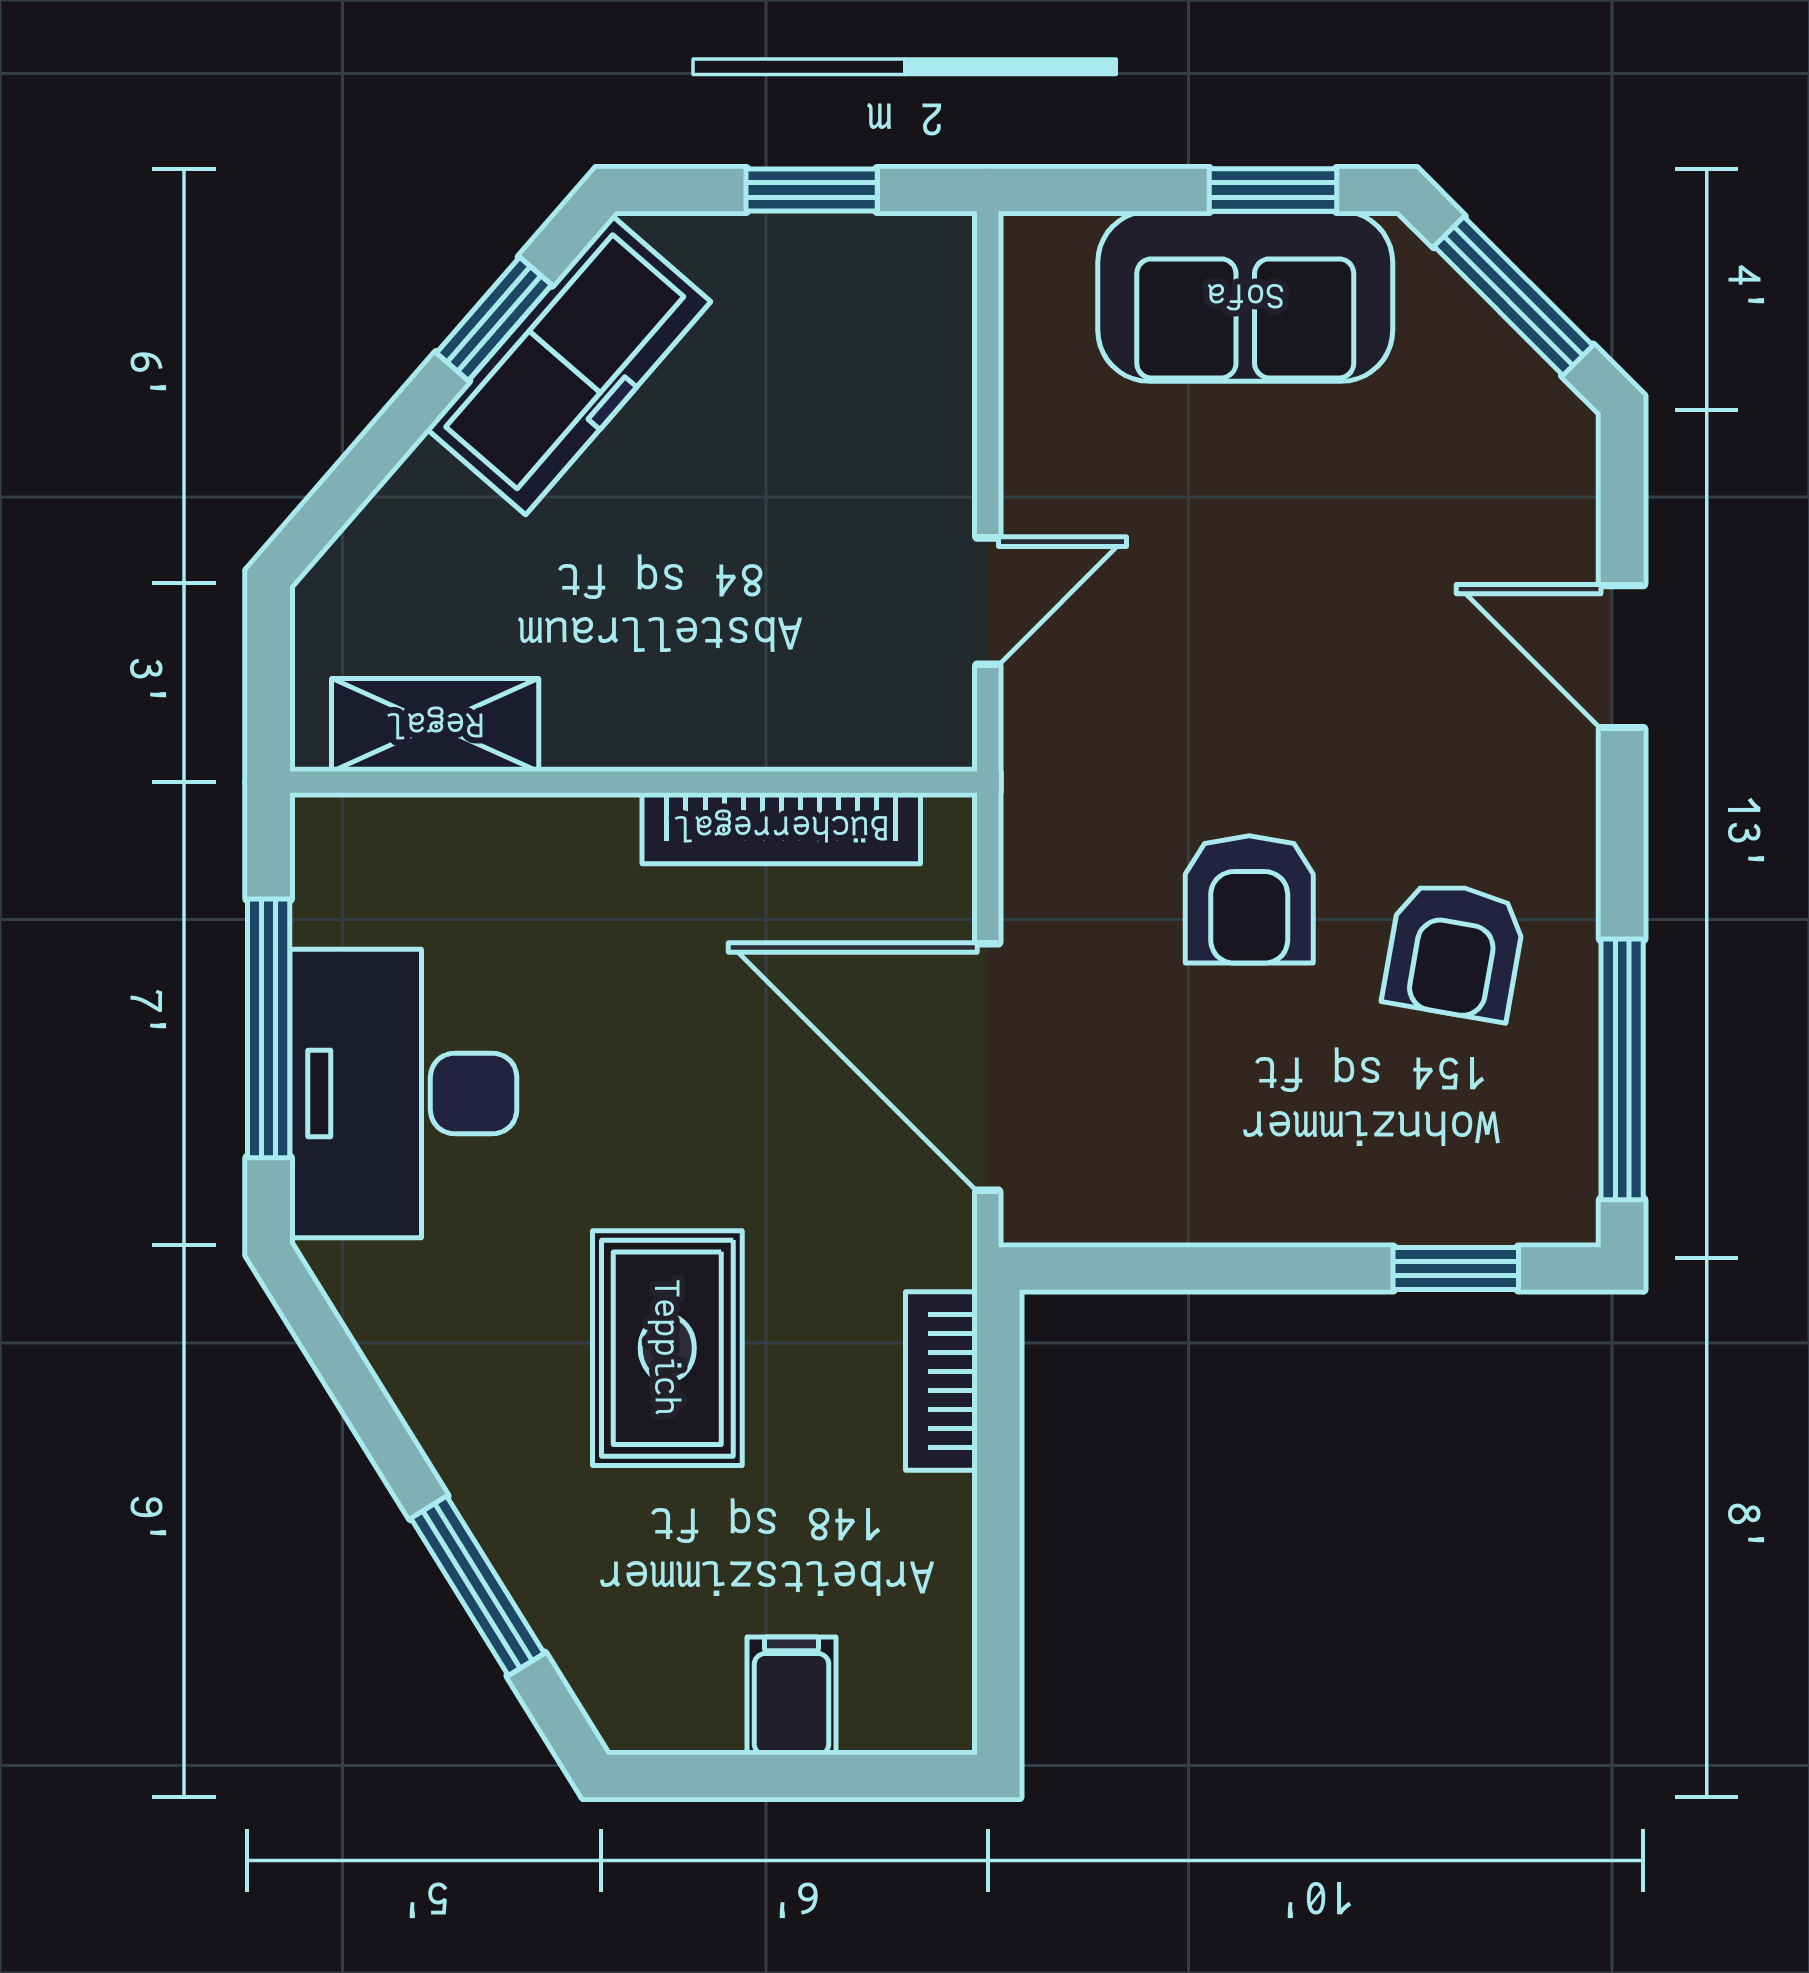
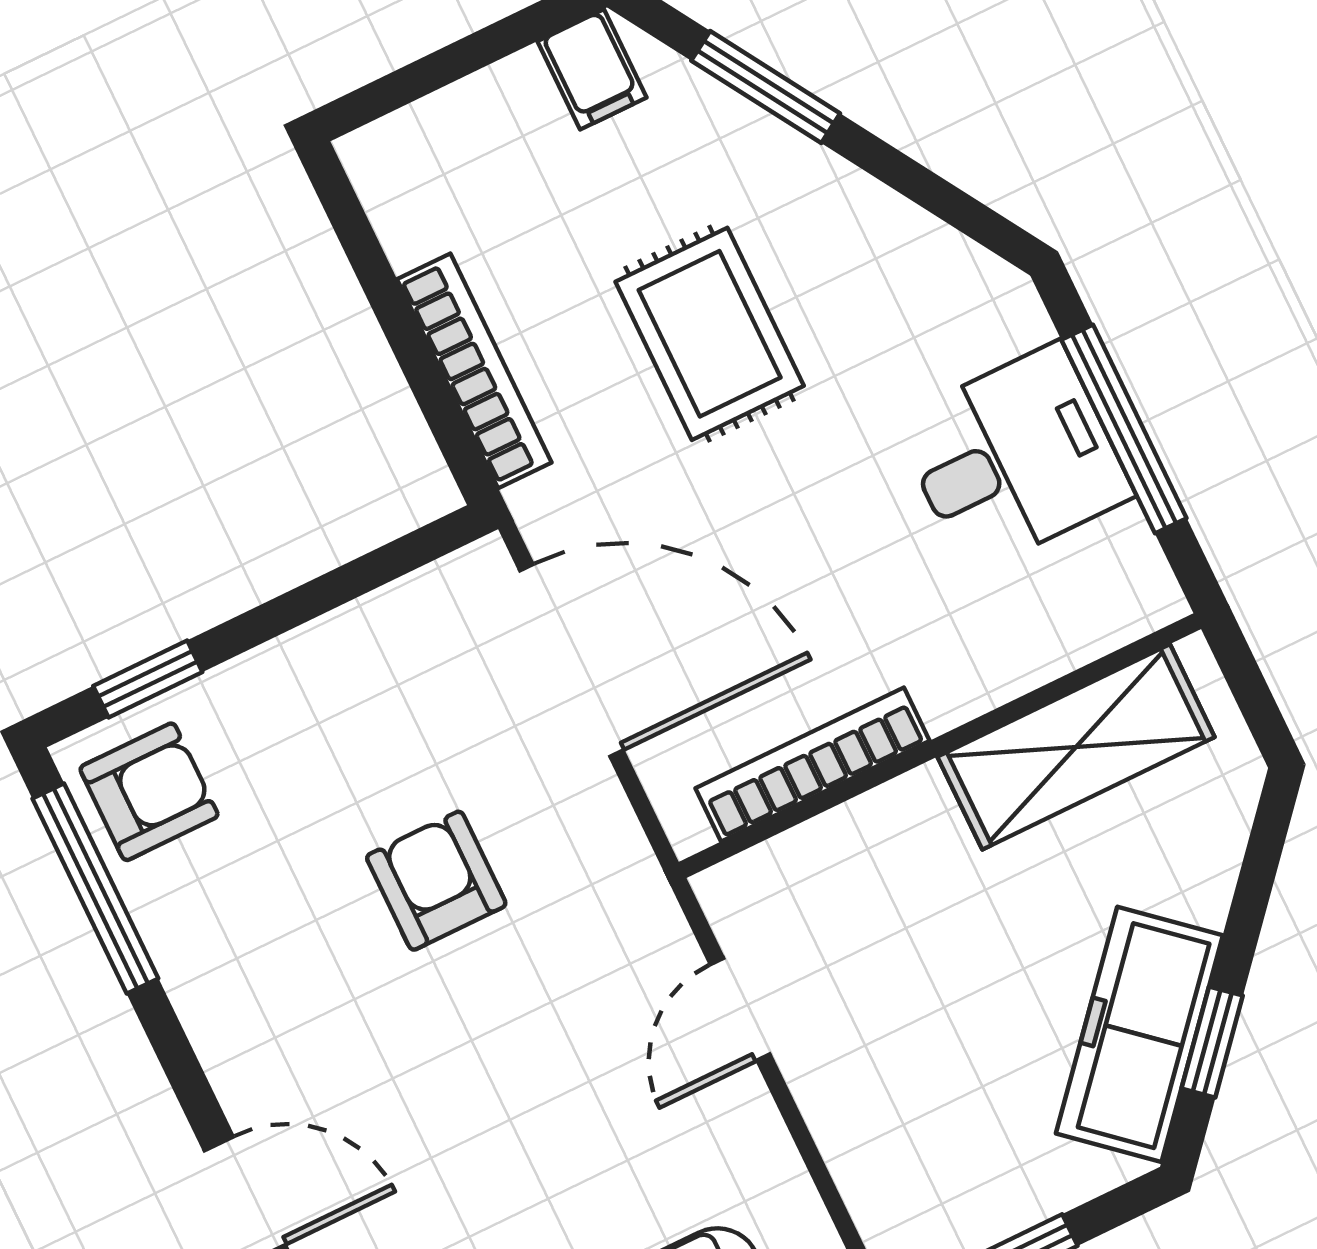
shelving: (435, 725) -> (1076, 747), width x1.50, depth x1.33
armchair: (1454, 950) -> (149, 792), moved, turned 80
desk: (403, 1094) -> (1014, 458), width x0.73
bookcase: (941, 1381) -> (474, 371), width x1.56
filing cabinet: (792, 1696) -> (592, 69), moved

